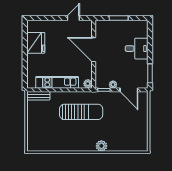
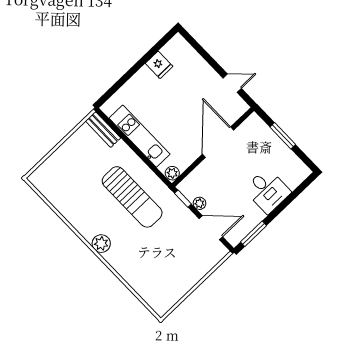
fridge: (36, 43) -> (159, 65), width x0.53, depth x0.75
door: (129, 90) -> (211, 228), swing flipped
plant: (101, 146) -> (101, 244), moved

